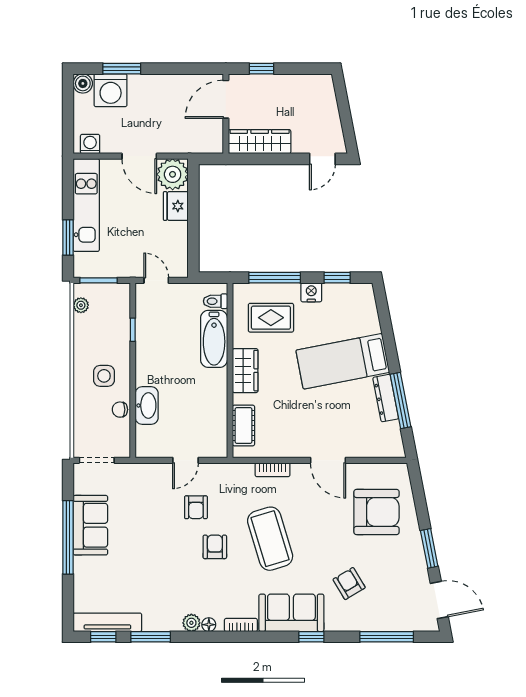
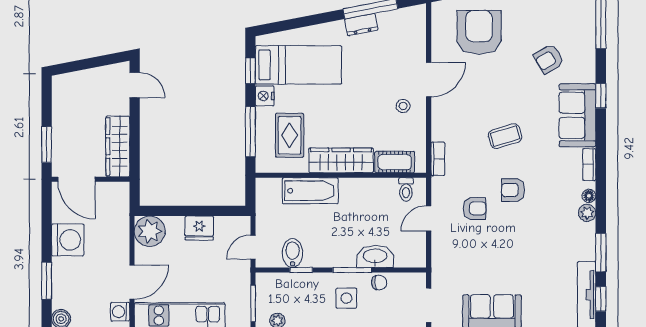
window: (261, 69) -> (47, 145), width x1.50
washing machine: (111, 90) -> (68, 240), moved
door: (139, 156) -> (132, 282), moved
fridge: (176, 206) -> (199, 228), moved
toilet: (215, 301) -> (406, 189), moved
bidet: (150, 321) -> (292, 253), added
bed: (343, 361) -> (298, 65), moved, turned -79
wardrobe: (245, 371) -> (341, 160), width x1.50
window: (133, 382) -> (352, 270), added
dresser: (386, 398) -> (361, 25), width x0.70
chair: (120, 410) -> (379, 283), turned -92
stool: (301, 434) -> (403, 106), added
door: (186, 460) -> (429, 219), swing flipped
bookcase: (273, 470) -> (438, 159), moved
coffee table: (270, 539) -> (505, 136), width x0.54, depth x0.58

